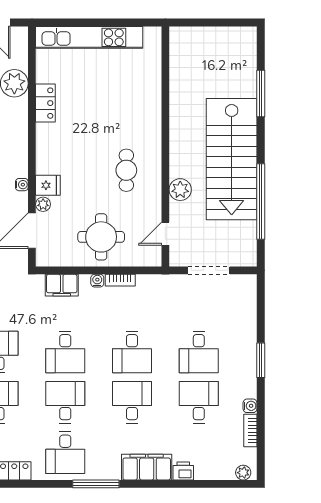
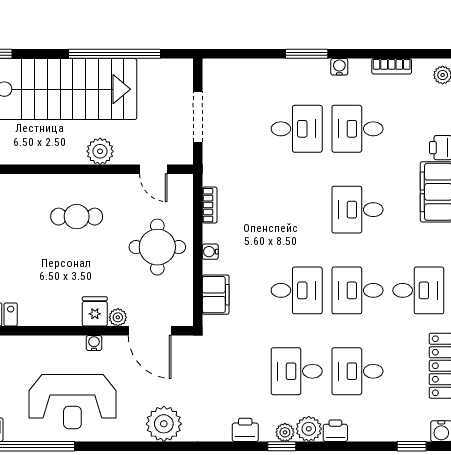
bookcase: (120, 280) -> (210, 205), moved
desk: (132, 352) -> (297, 210), removed
water cooler: (250, 406) -> (339, 67), moved

